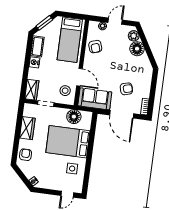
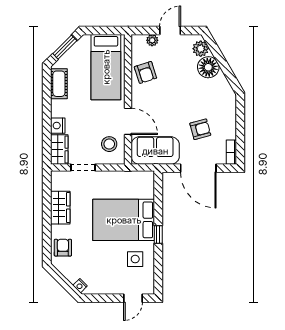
nightstand: (34, 62) -> (58, 126), moved
floor lamp: (74, 117) -> (127, 181), removed
window: (89, 154) -> (158, 234), added

